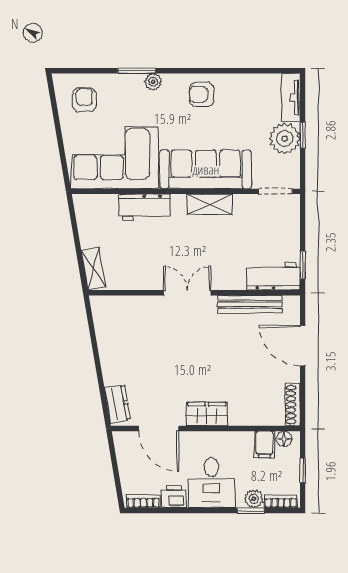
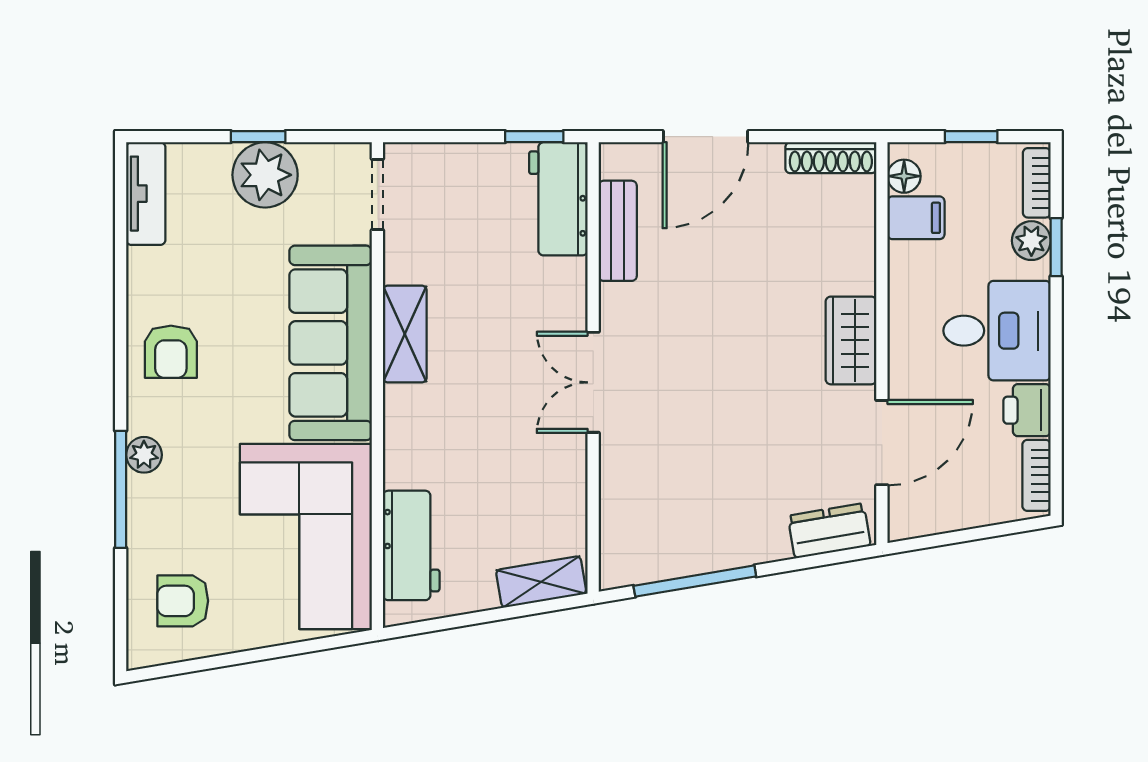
window: (137, 71) -> (121, 489), width x1.44
tv unit: (291, 97) -> (146, 194), moved, turned -90
workbench: (144, 207) -> (411, 545), moved
bench: (250, 304) -> (618, 231), width x0.73
window: (94, 341) -> (695, 581), added

